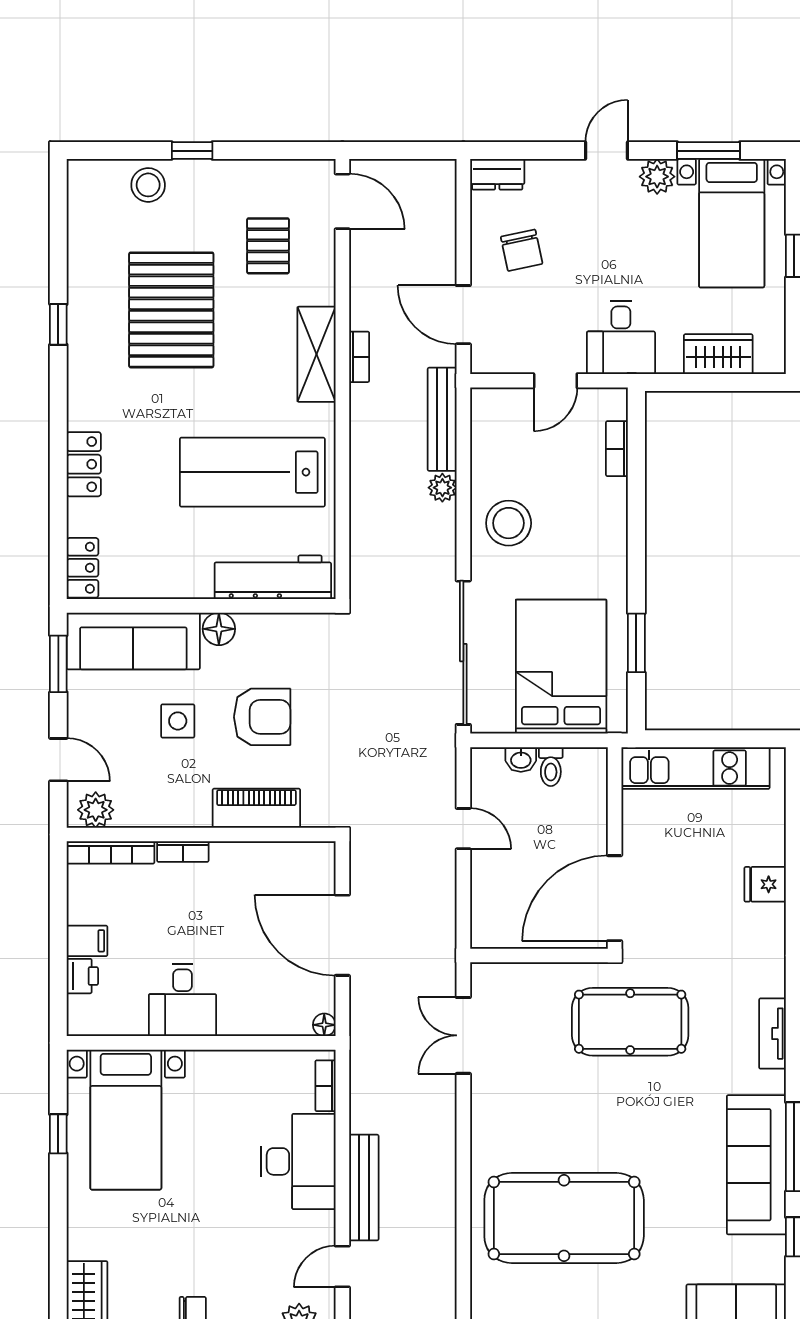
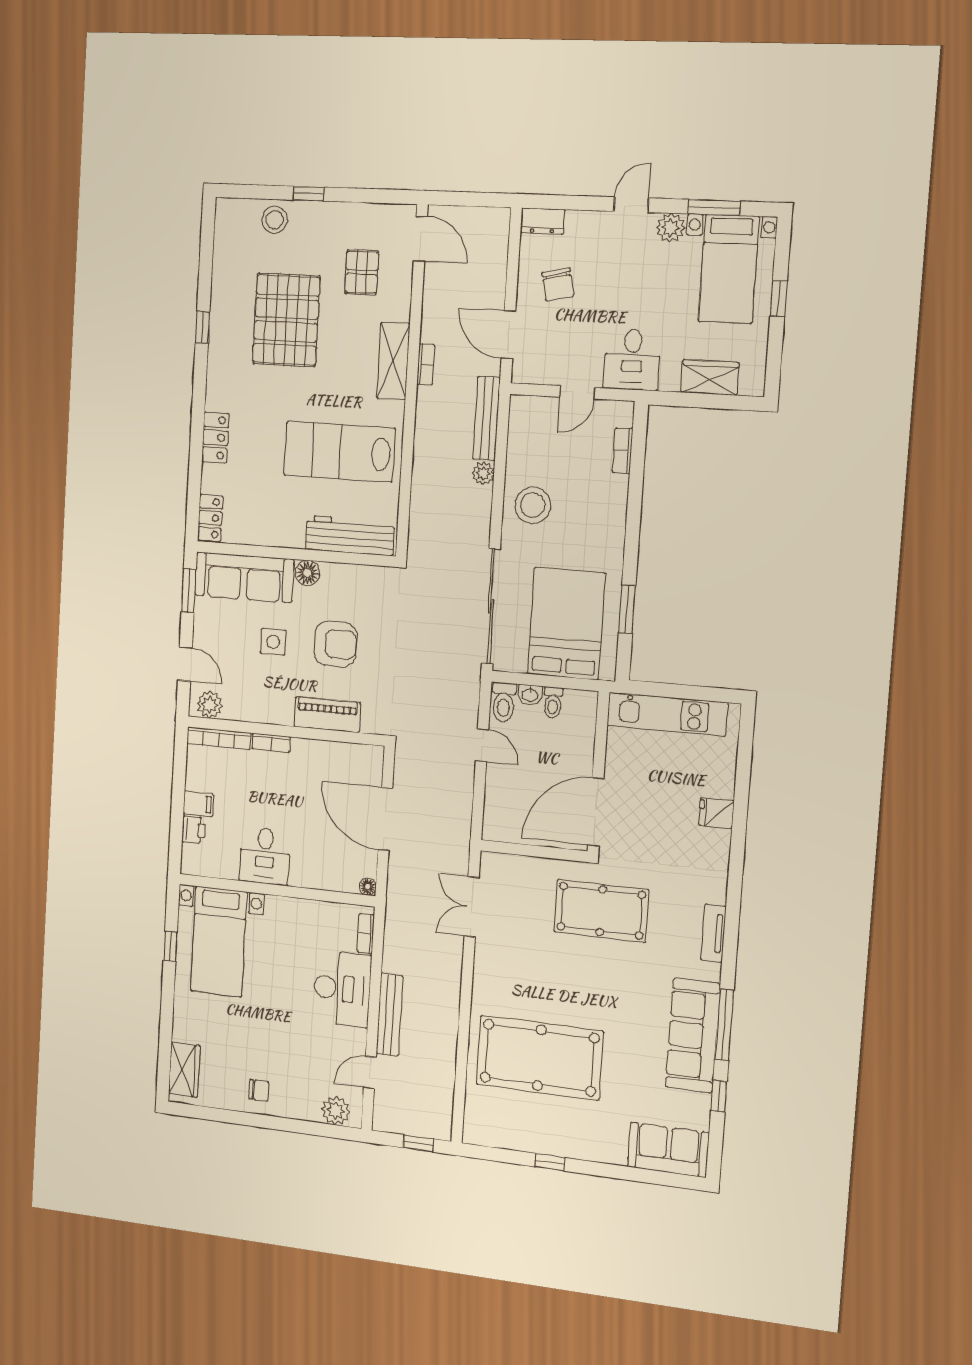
toilet: (488, 772) -> (504, 702), added

